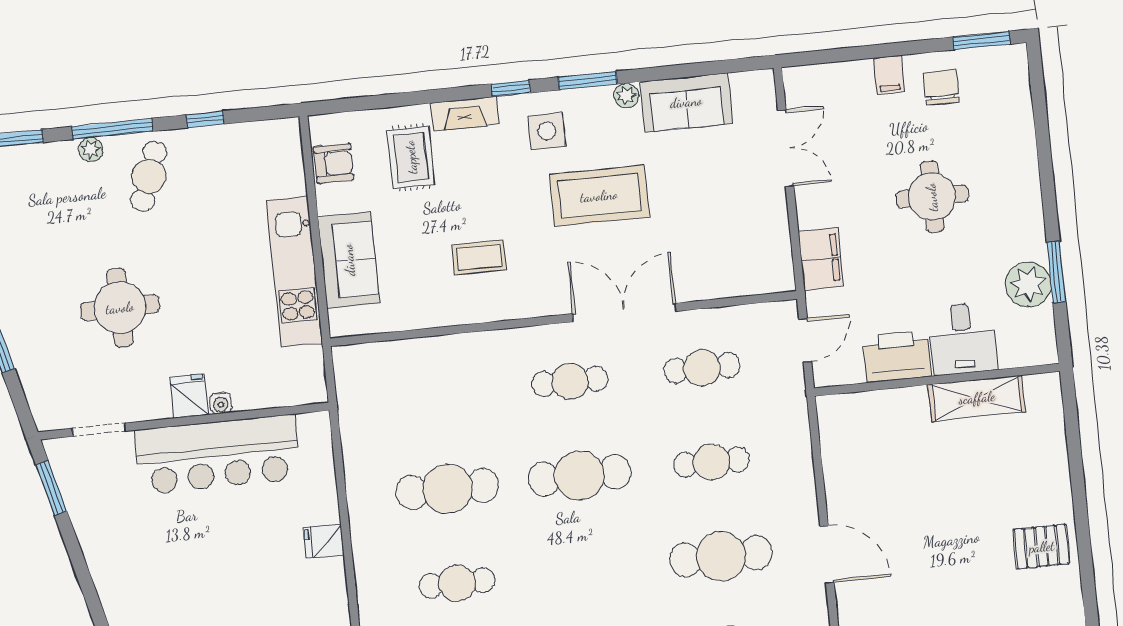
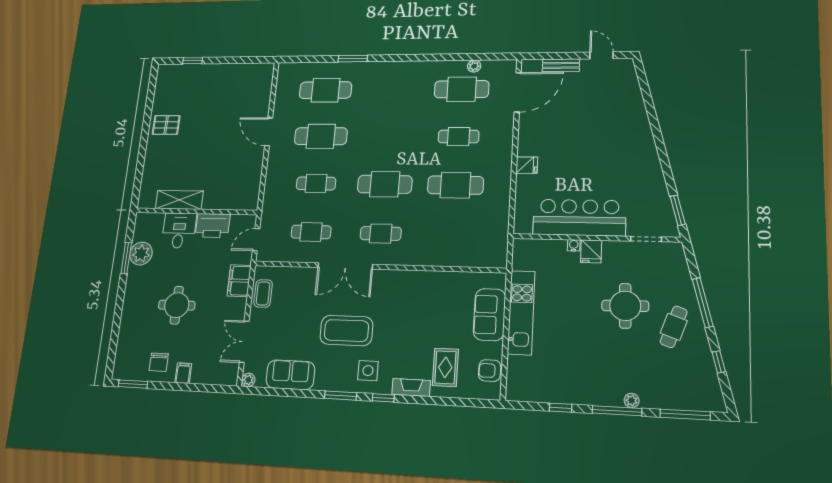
plant: (626, 95) -> (248, 380), moved
cafe table: (149, 176) -> (674, 327), moved
coffee table: (479, 257) -> (263, 293), moved, turned 90

